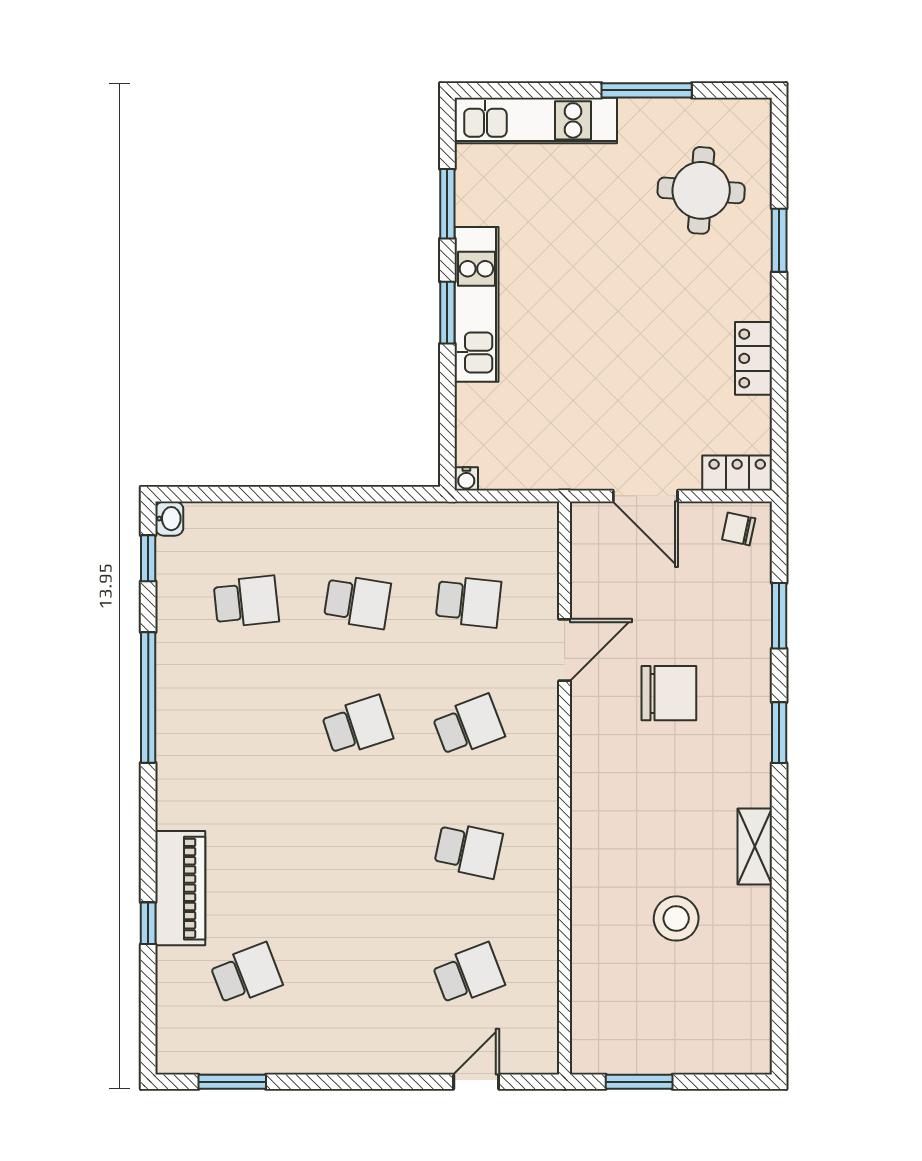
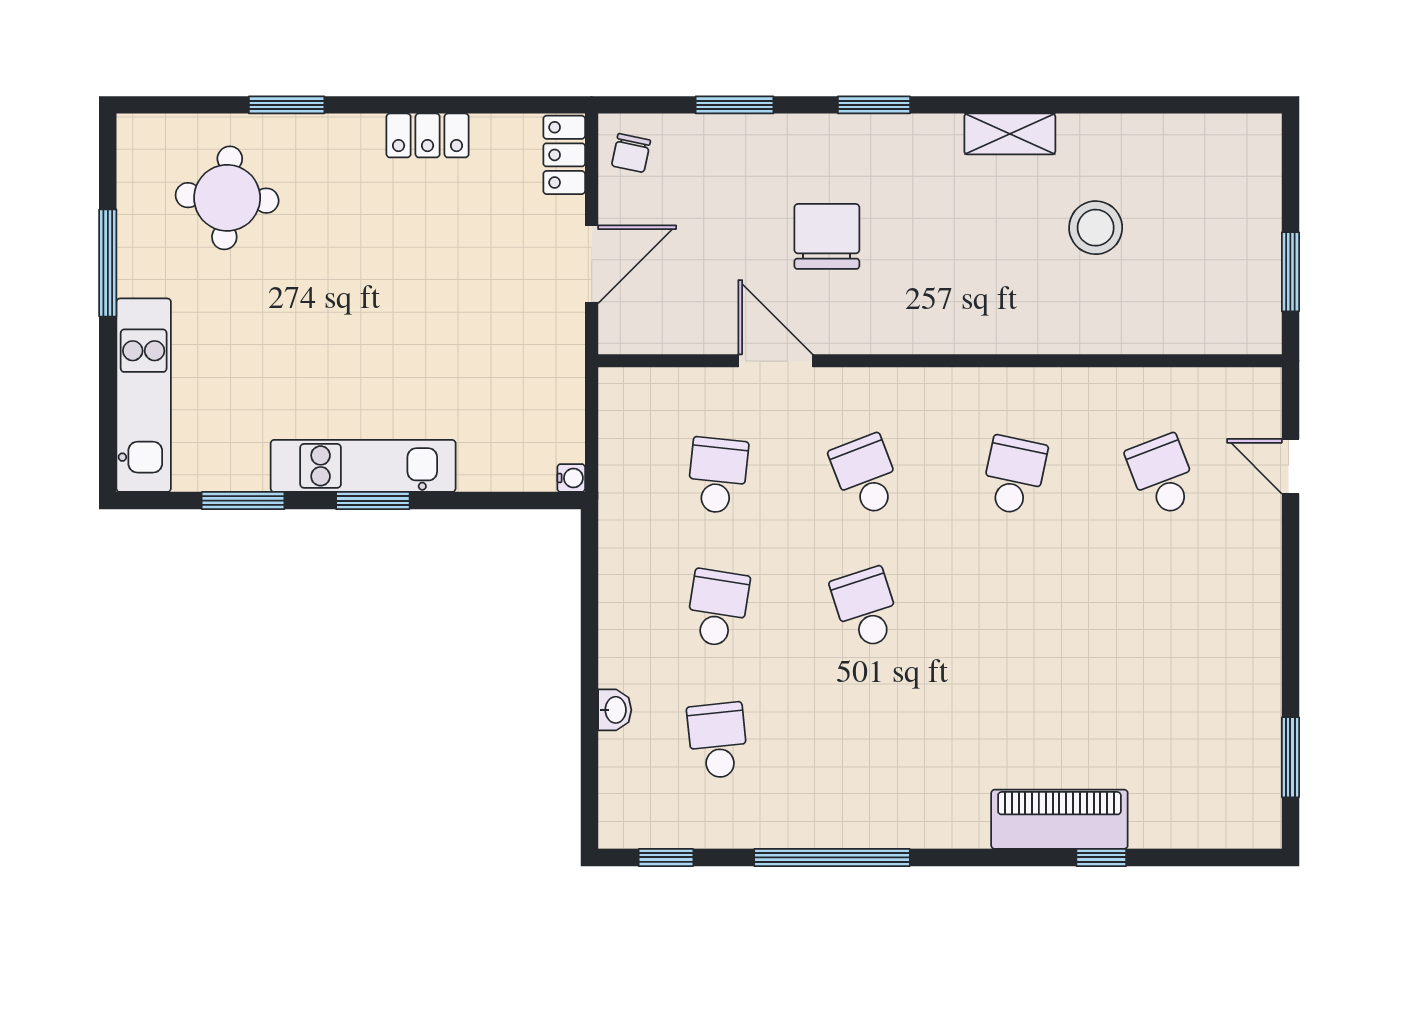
washbasin: (169, 519) -> (615, 710), moved, turned 90
school desk: (246, 974) -> (1162, 741), removed

